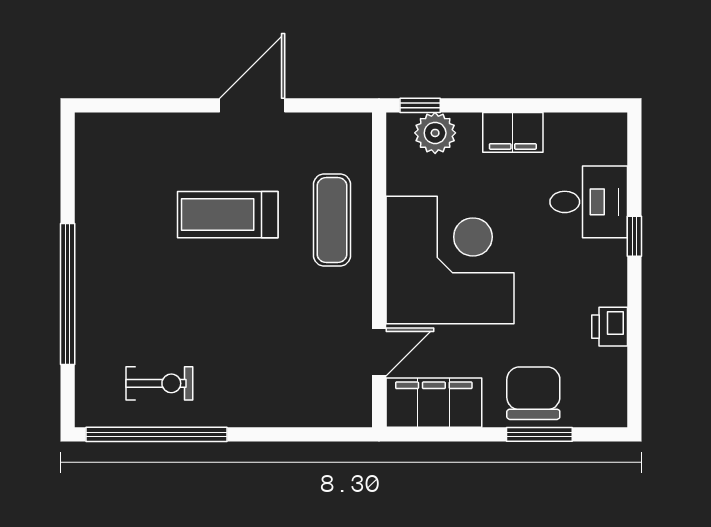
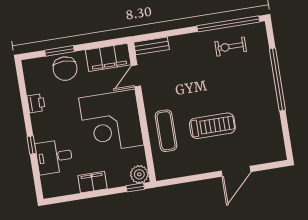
door: (252, 105) -> (236, 171), moved
plant: (435, 133) -> (139, 174), moved
bench: (334, 413) -> (152, 46), added

